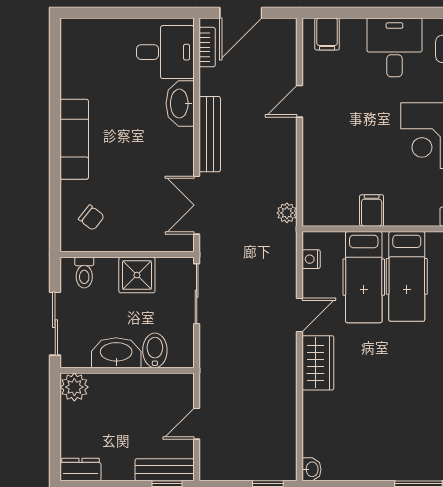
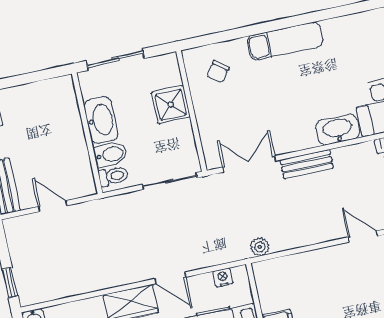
bench: (210, 134) -> (307, 164), width x0.73
toilet: (84, 273) -> (113, 176), moved, turned 180
shower: (137, 275) -> (171, 105), moved
plant: (74, 387) -> (62, 89), removed

